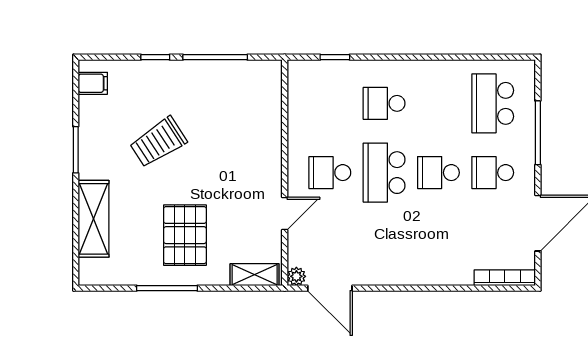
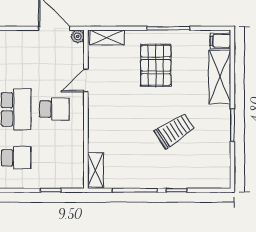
filing cabinet: (93, 83) -> (220, 41), moved
shelving: (271, 86) -> (95, 170), added

